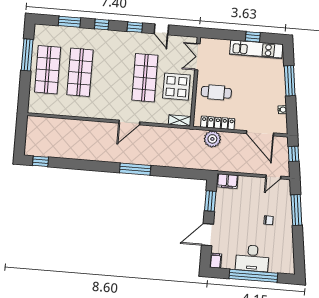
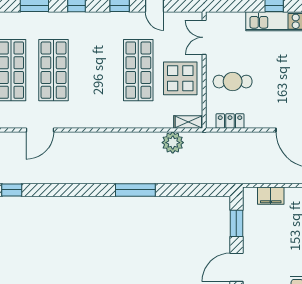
door: (129, 123) -> (40, 130), moved
locker: (218, 123) -> (230, 121), width x0.66
plant: (212, 139) -> (173, 143), moved
filing cabinet: (227, 181) -> (271, 196), moved

